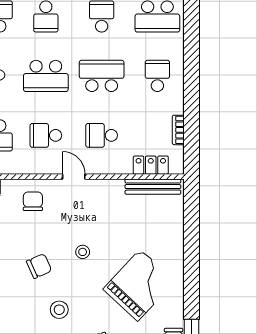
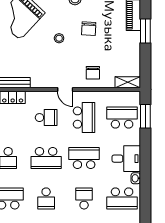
school desk: (46, 135) -> (84, 118), width x1.85
chair: (39, 266) -> (89, 29), turned -63

